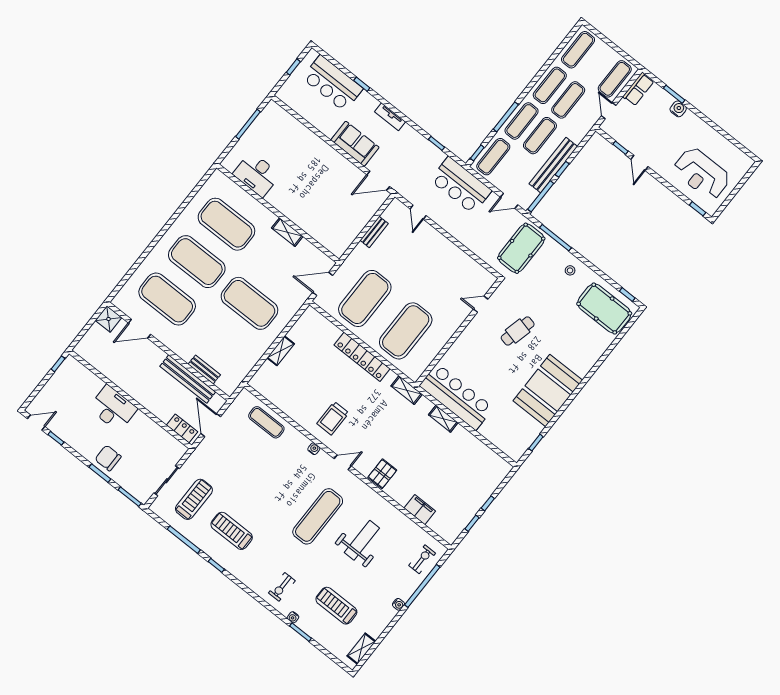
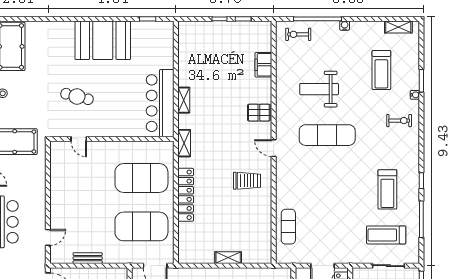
water cooler: (314, 449) -> (280, 177), removed

